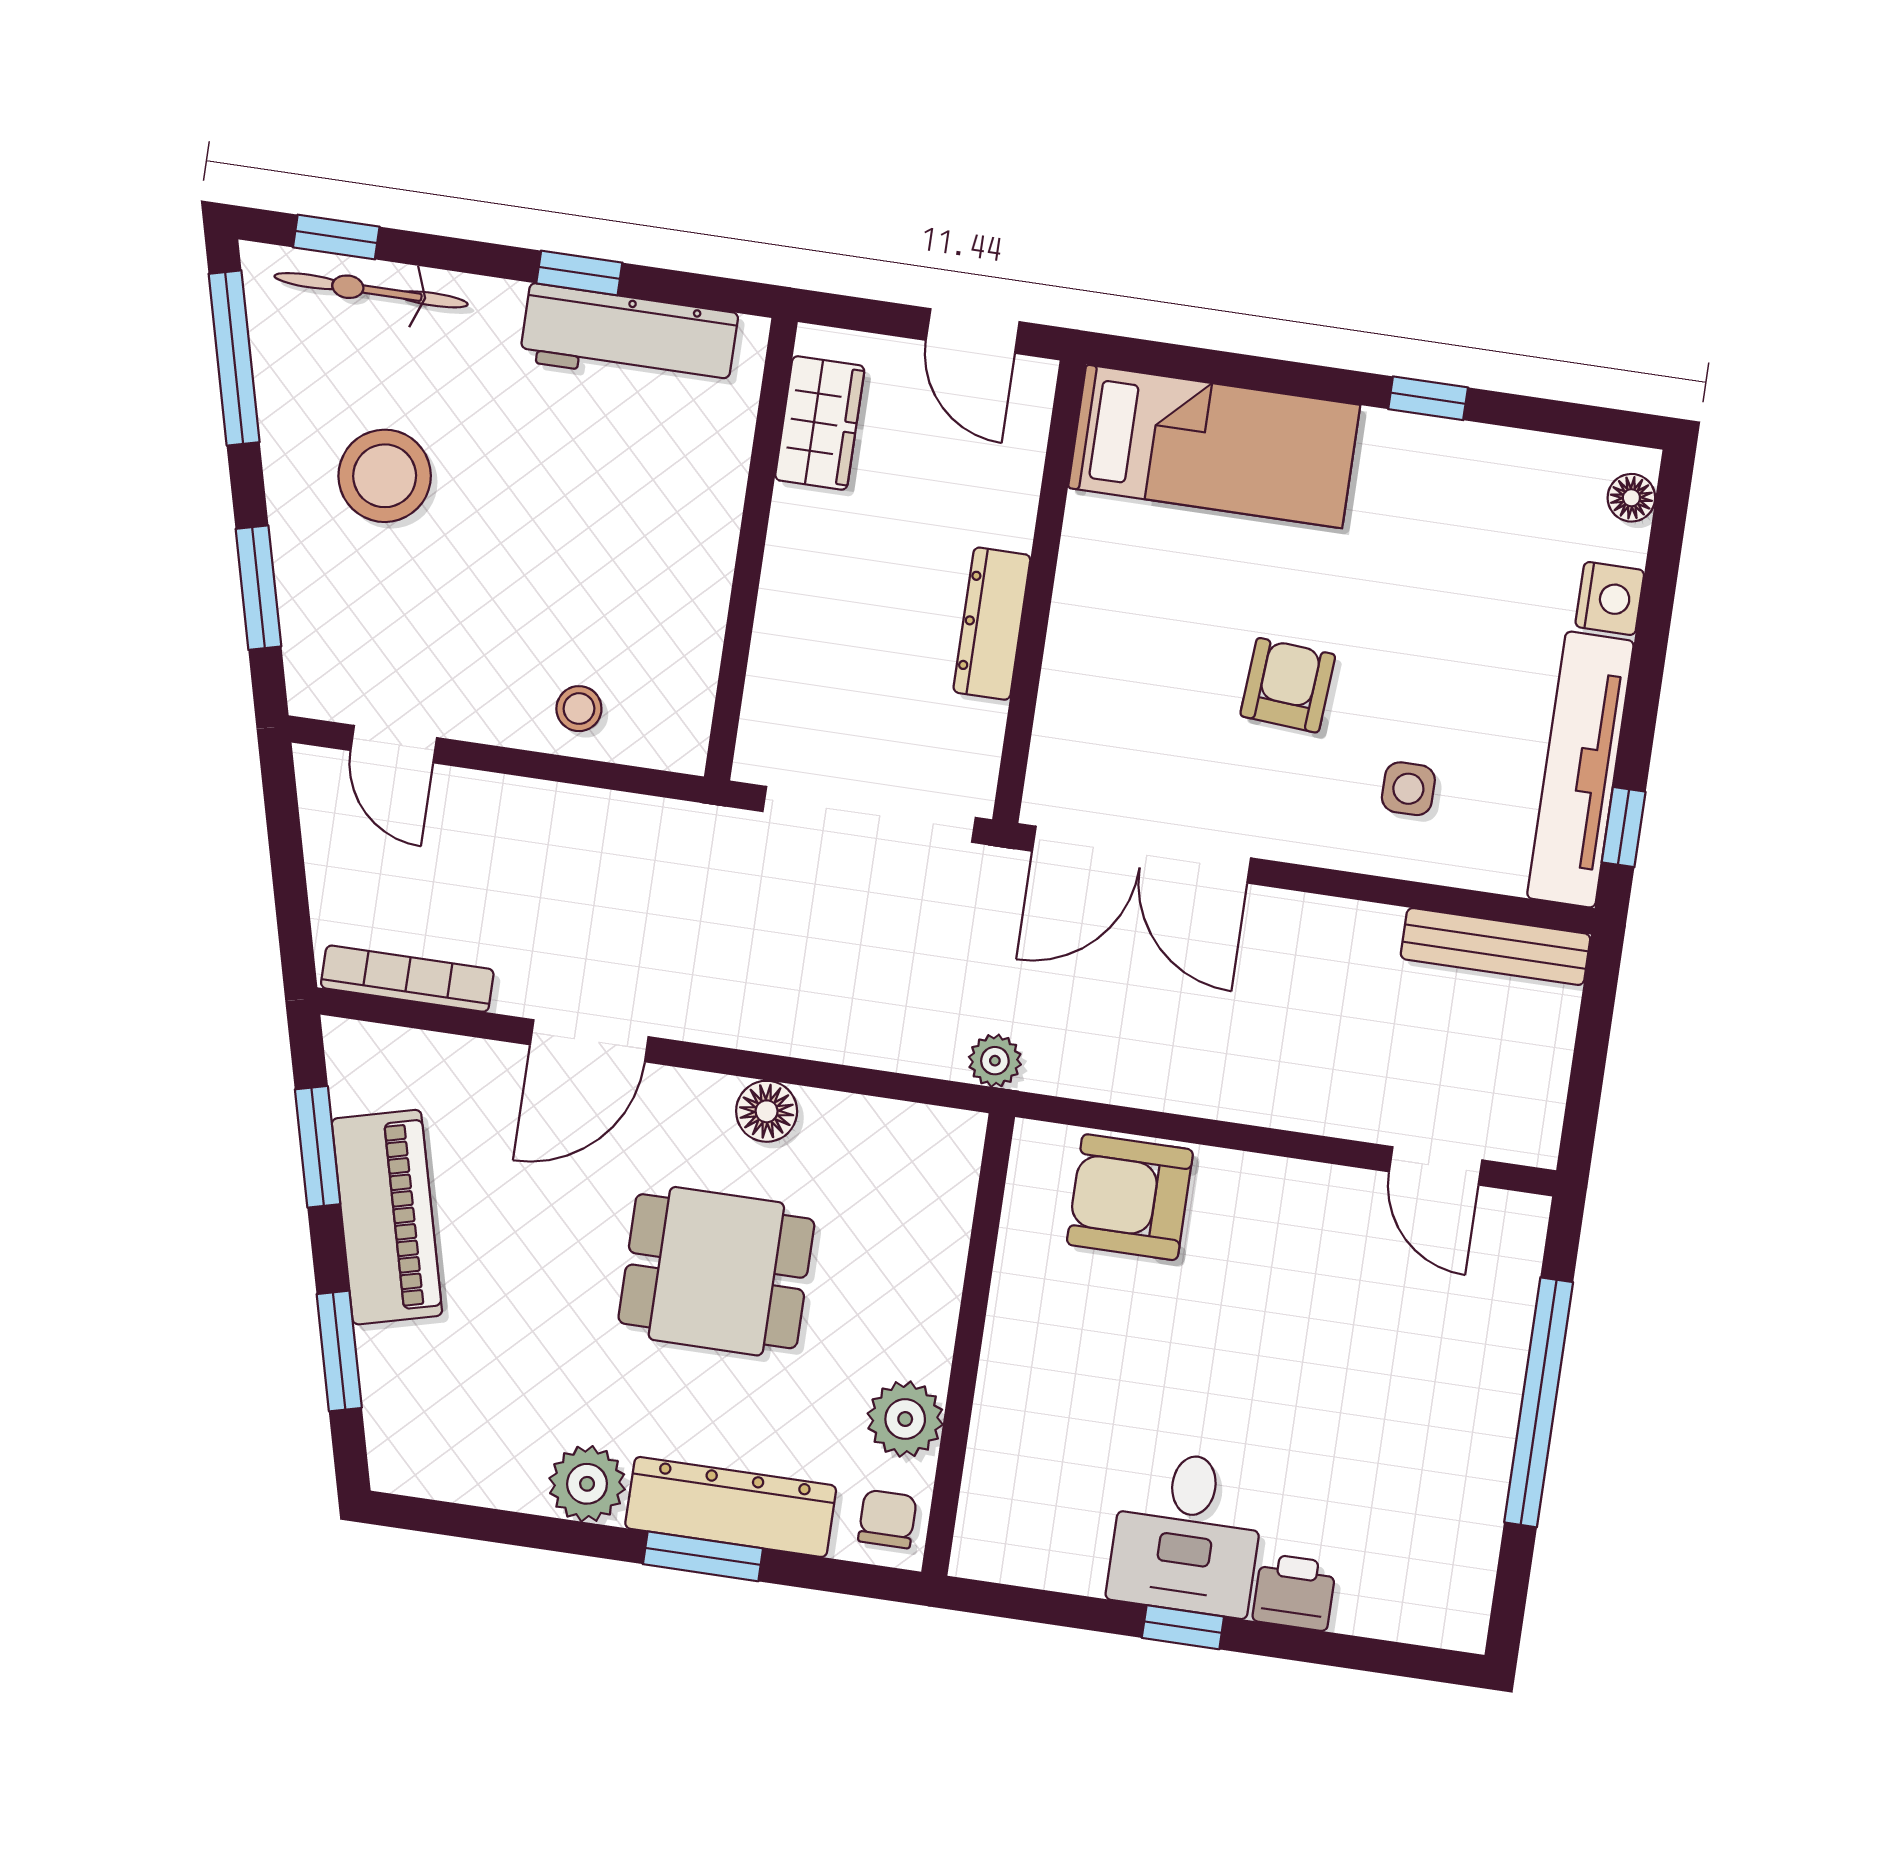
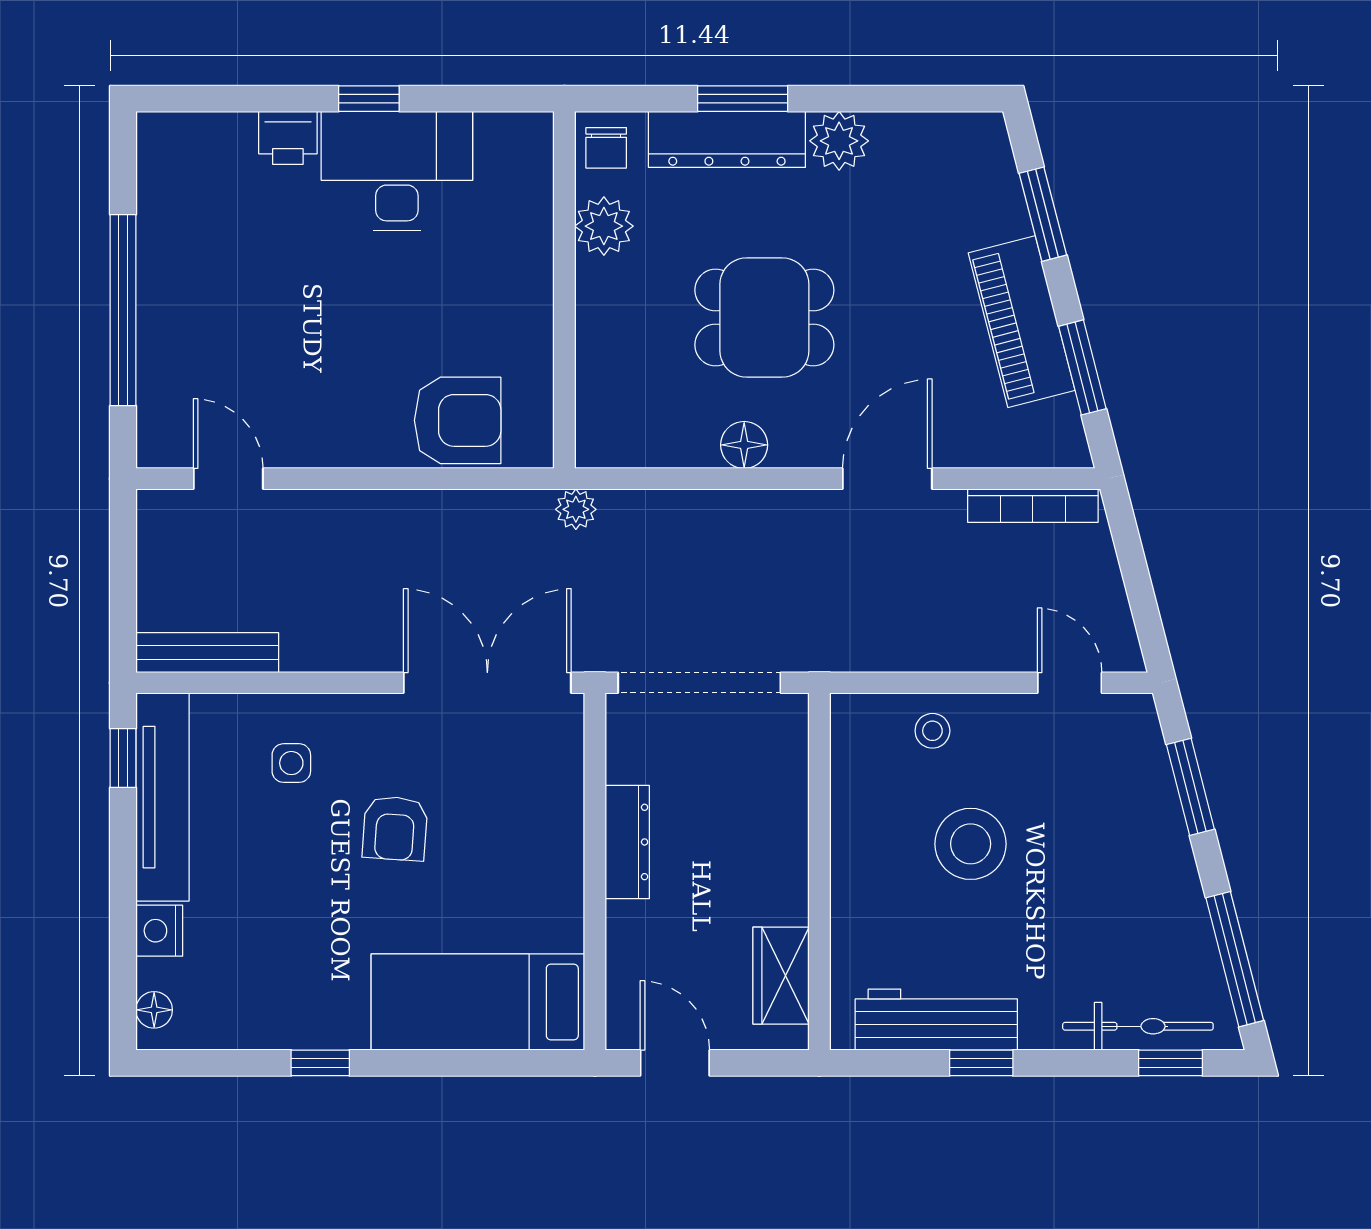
stool: (385, 476) -> (971, 844), moved
desk: (1187, 1533) -> (397, 171), width x1.37

